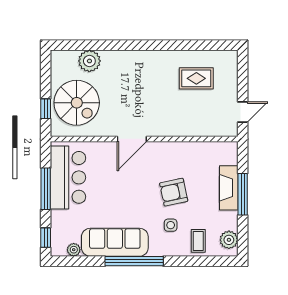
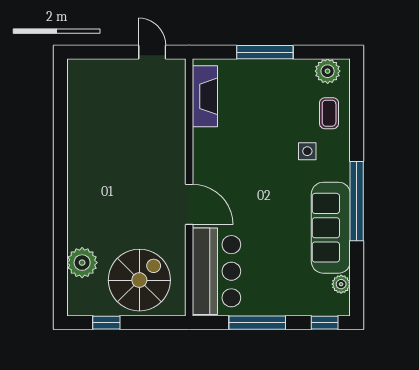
rug: (196, 78) -> (106, 116), removed
window: (46, 109) -> (106, 323), moved
bar counter: (68, 177) -> (216, 271), moved, turned 90
fireplace: (229, 188) -> (205, 96), moved, turned -90
armchair: (174, 192) -> (262, 147), removed
coffee table: (198, 241) -> (329, 113), turned 90

